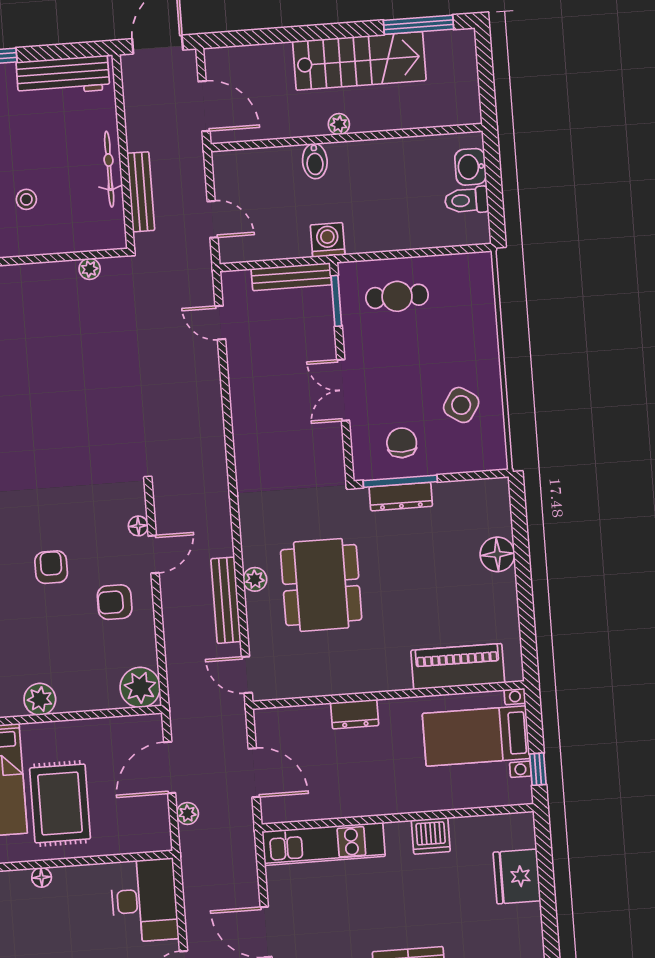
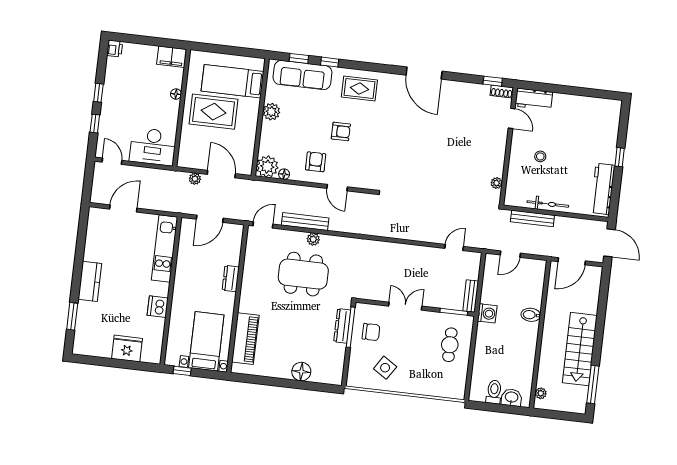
plant: (339, 124) -> (541, 393), moved
bench: (291, 277) -> (471, 296), width x0.73
floor lamp: (138, 526) -> (284, 174), moved

